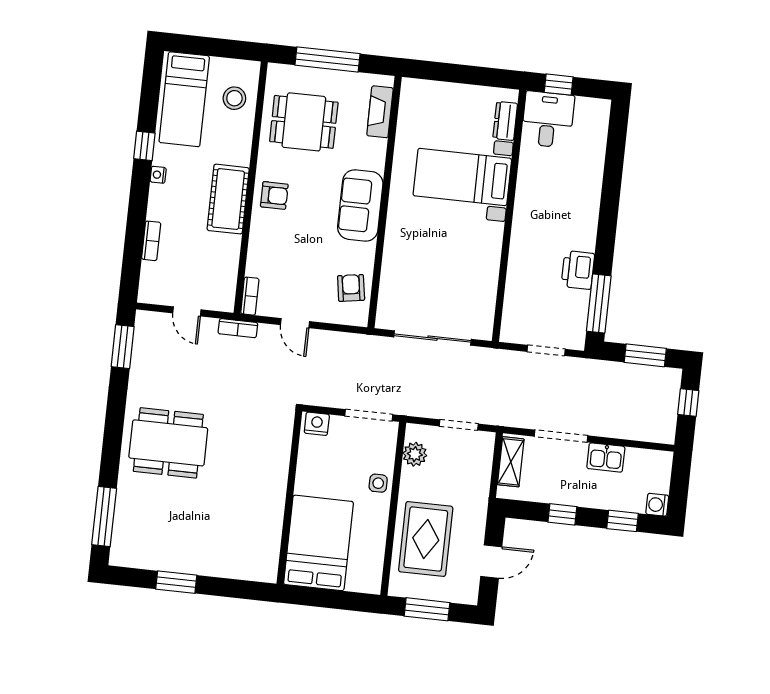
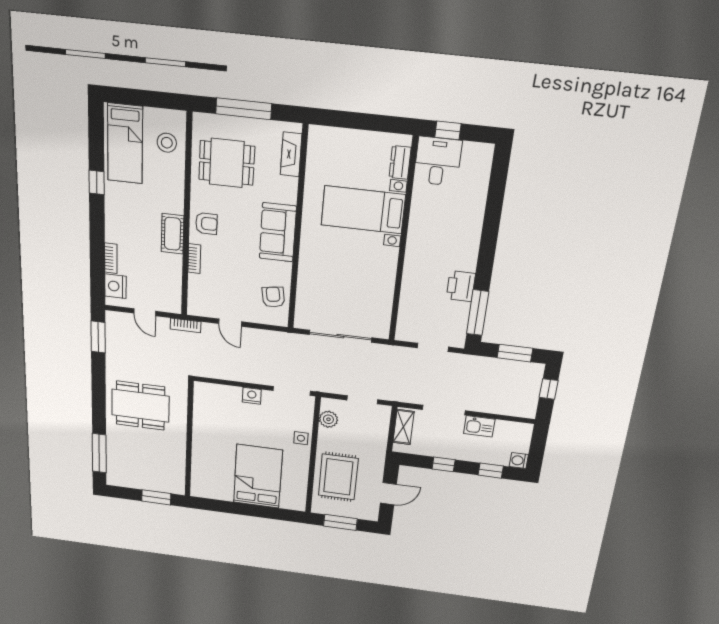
nightstand: (158, 175) -> (115, 286), moved, width x1.89, depth x1.79
cot: (228, 199) -> (172, 234), width x0.73, depth x0.75
bookcase: (250, 296) -> (194, 259), moved
wall: (289, 498) -> (189, 440), moved

